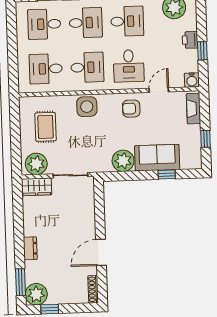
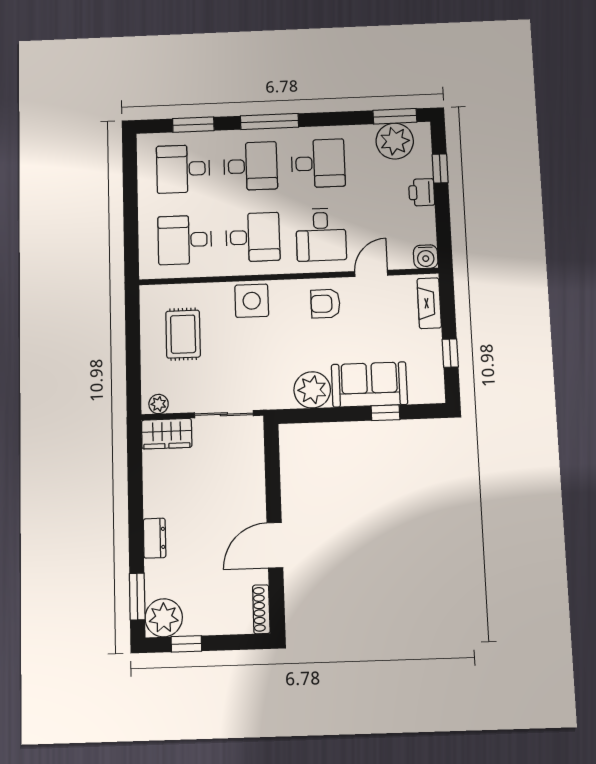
window: (202, 51) -> (440, 169), moved
plant: (36, 164) -> (159, 404), width x0.53, depth x0.53

